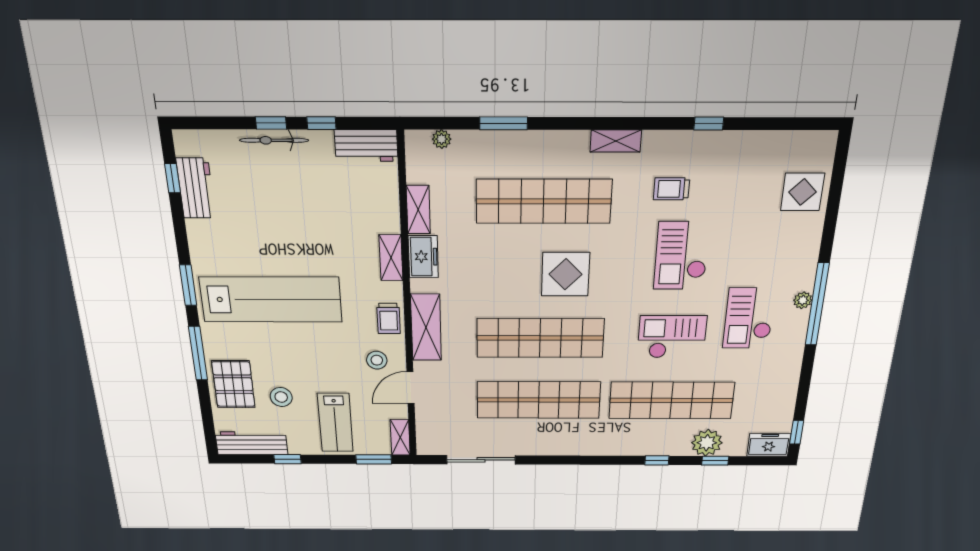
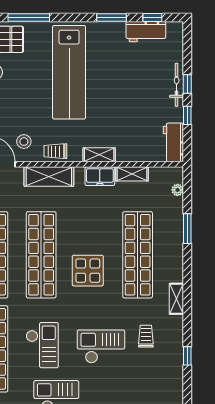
window: (188, 285) -> (112, 18), moved

